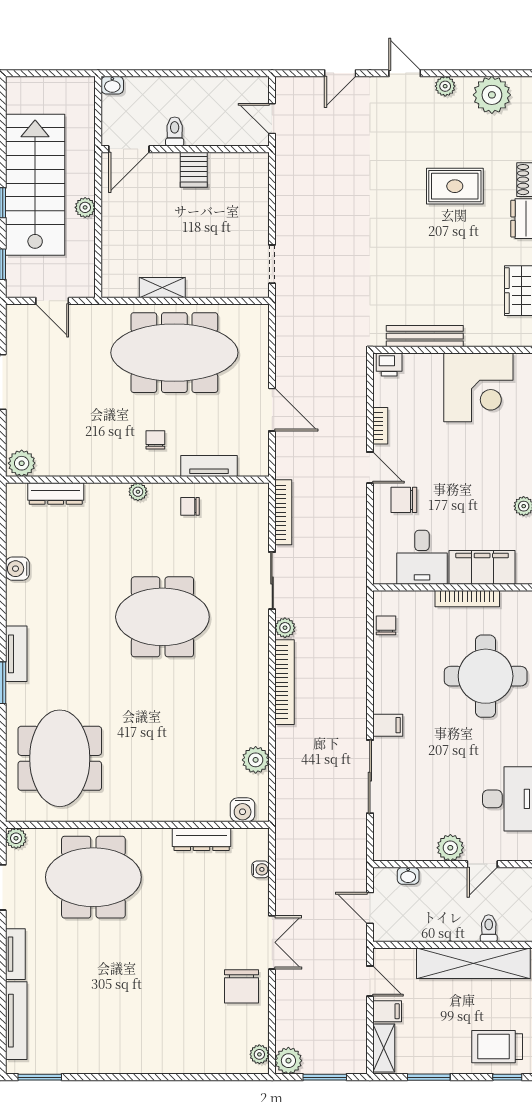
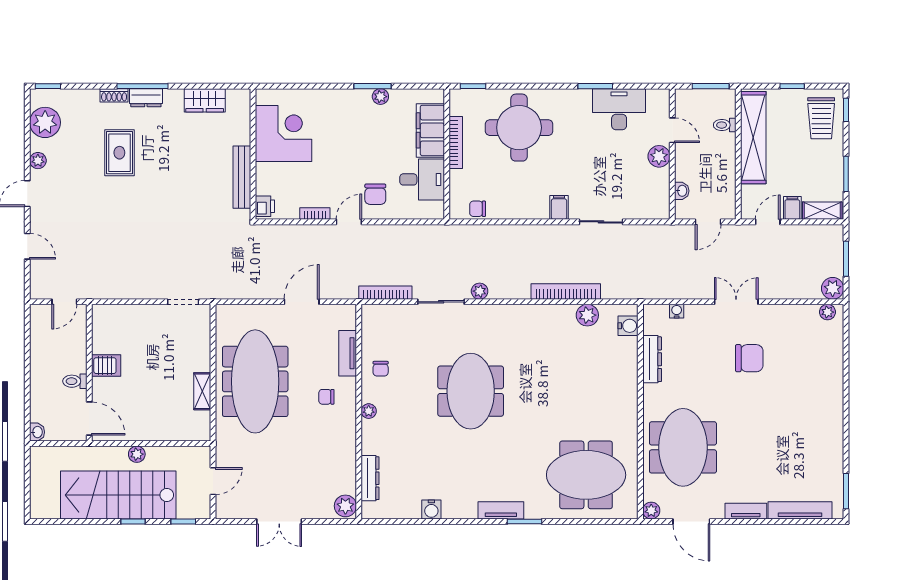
bookcase: (285, 682) -> (566, 292), moved
sliding door: (370, 777) -> (601, 222), width x0.73
chair: (241, 986) -> (749, 358), moved

